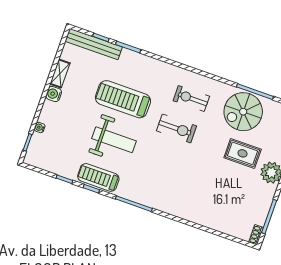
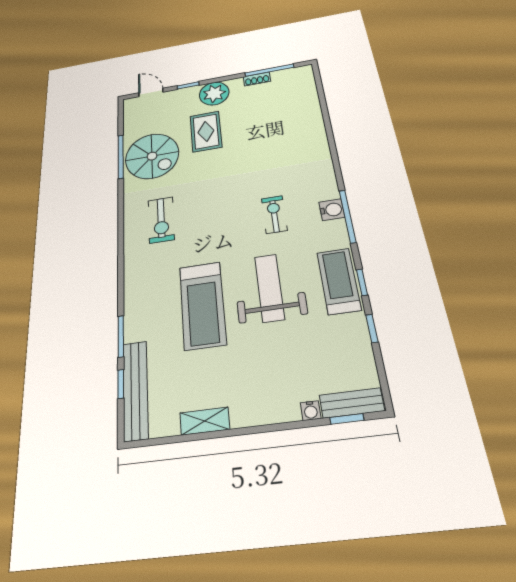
water cooler: (54, 94) -> (332, 210), moved, turned -90
exercise bike: (177, 128) -> (274, 214), moved, width x0.73, depth x0.72
bench: (34, 149) -> (352, 403), added
treadmill: (98, 177) -> (339, 281), turned 180
shoe rack: (256, 235) -> (257, 79), moved

